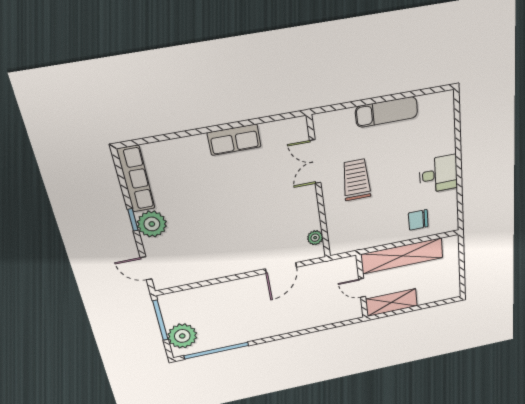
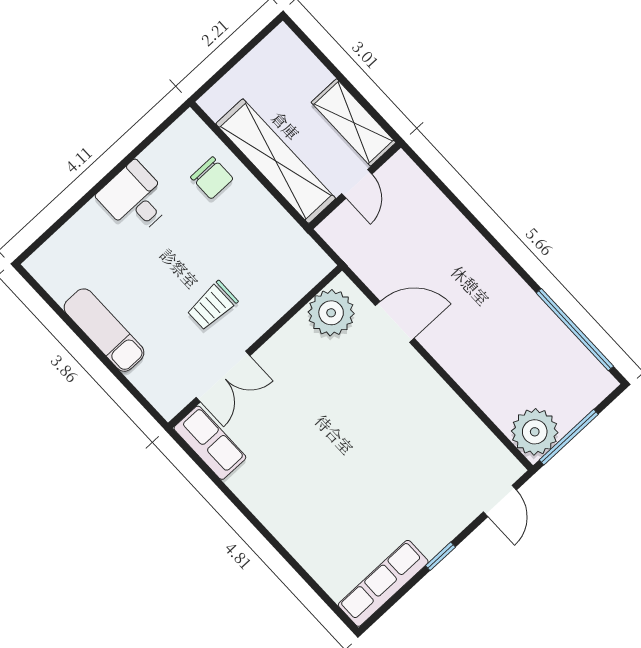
row of seats: (234, 140) -> (210, 443), moved
trolley: (356, 180) -> (212, 306), width x0.73, depth x0.72
plant: (152, 224) -> (432, 530), removed
plant: (315, 238) -> (331, 313), width x1.88, depth x1.88
plant: (182, 336) -> (535, 432), moved

